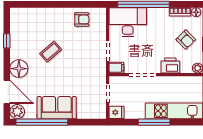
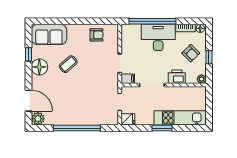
desk: (128, 22) -> (158, 37), moved
floor lamp: (19, 69) -> (39, 67), moved
sofa: (57, 108) -> (49, 34), moved, turned 180
window: (42, 122) -> (77, 128), moved
window: (154, 122) -> (162, 128), width x0.69

